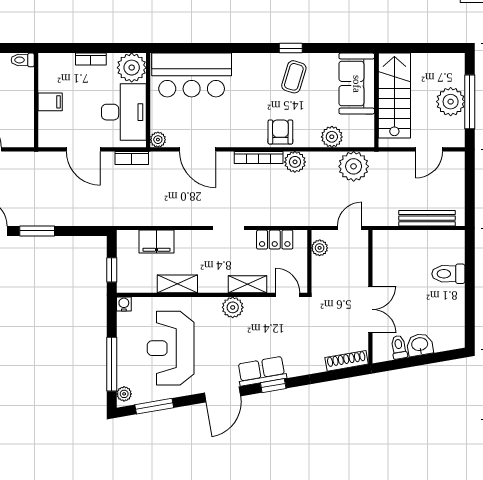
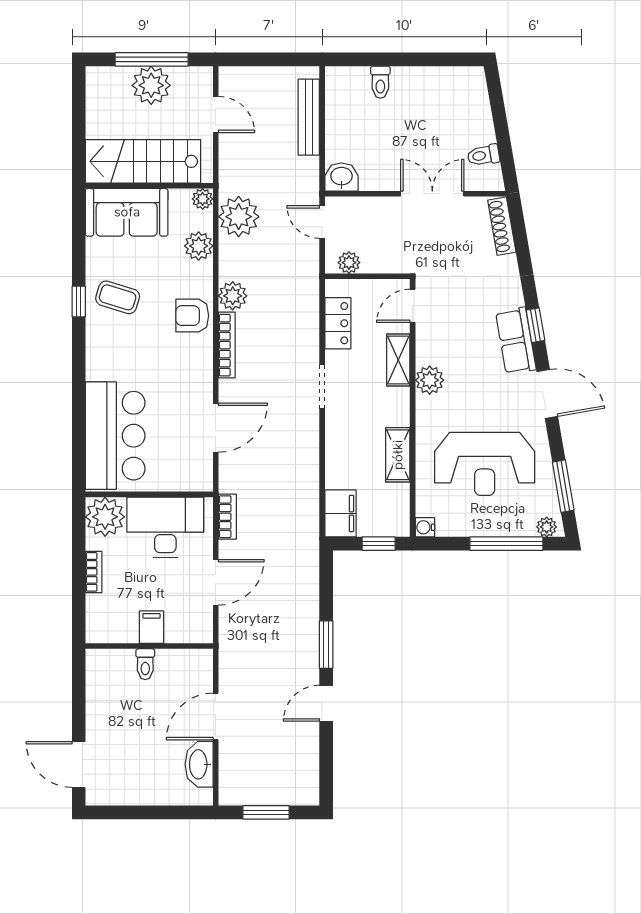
toilet: (23, 60) -> (145, 664), moved
plant: (158, 140) -> (203, 199), moved
filing cabinet: (156, 242) -> (340, 513), moved
toilet: (448, 274) -> (380, 82), width x0.73, depth x0.72
washbasin: (420, 345) -> (341, 177), moved, turned 100

